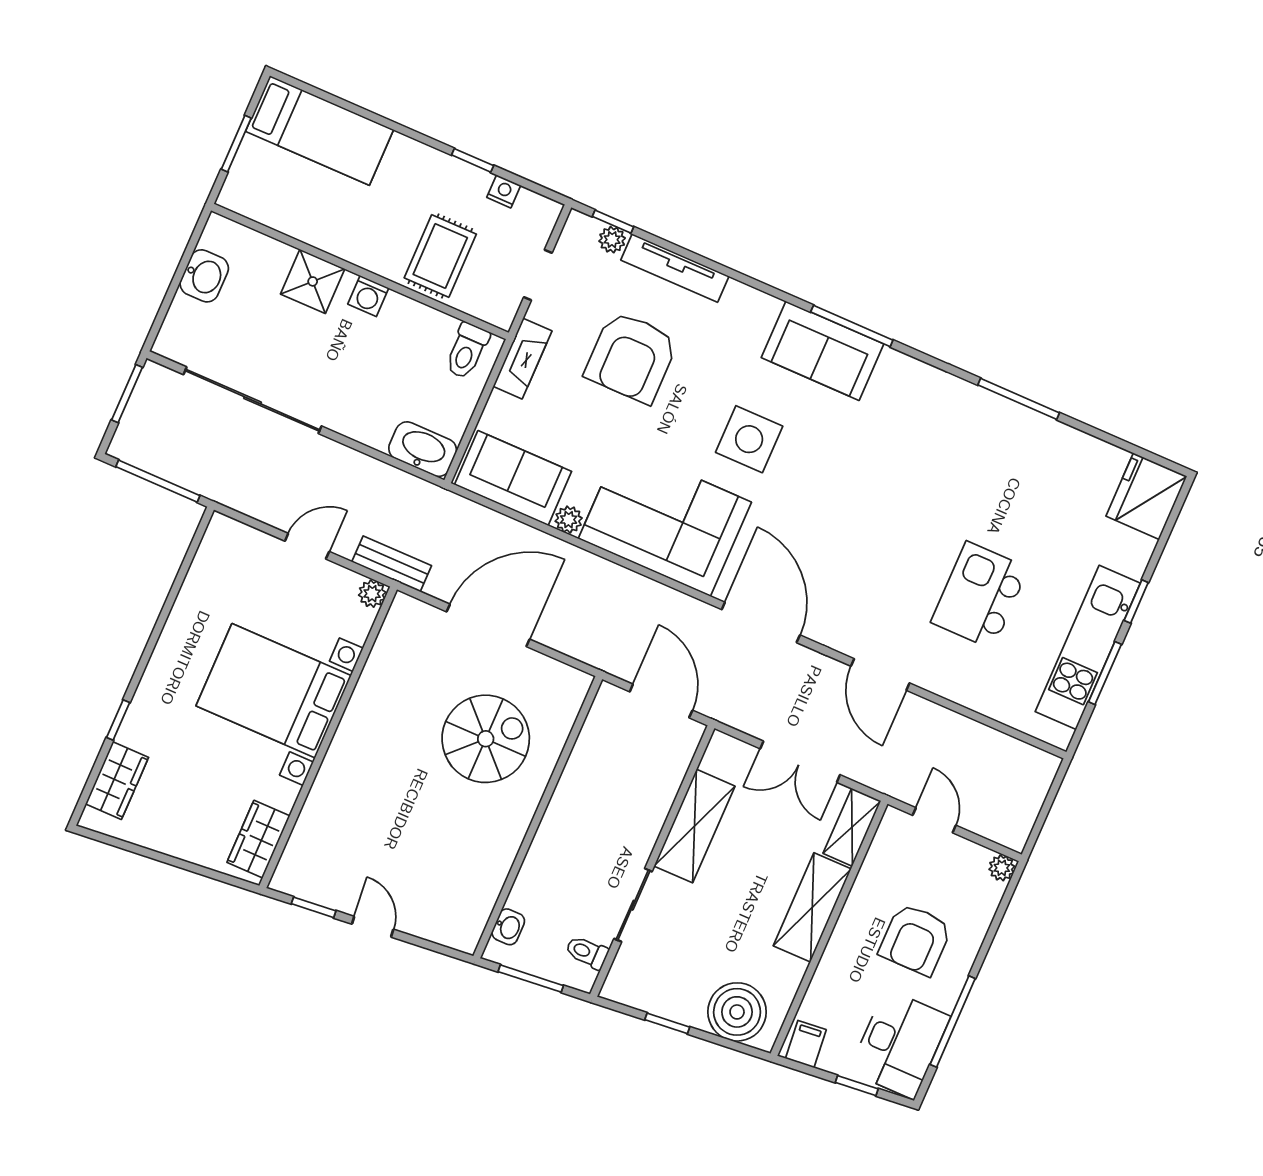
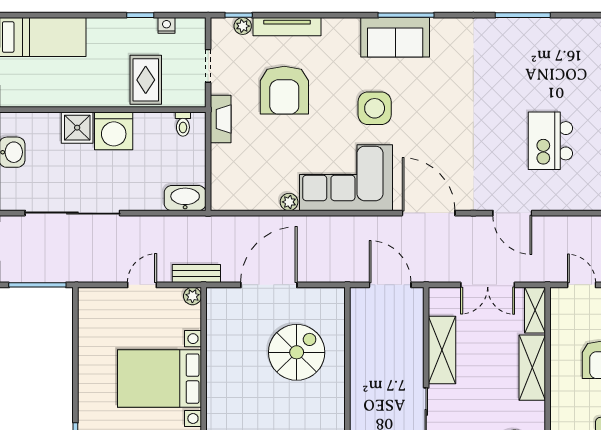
washing machine: (368, 296) -> (114, 131), width x1.89, depth x1.89
toilet: (467, 351) -> (183, 124), width x0.73, depth x0.72
sofa: (513, 478) -> (246, 192), removed

